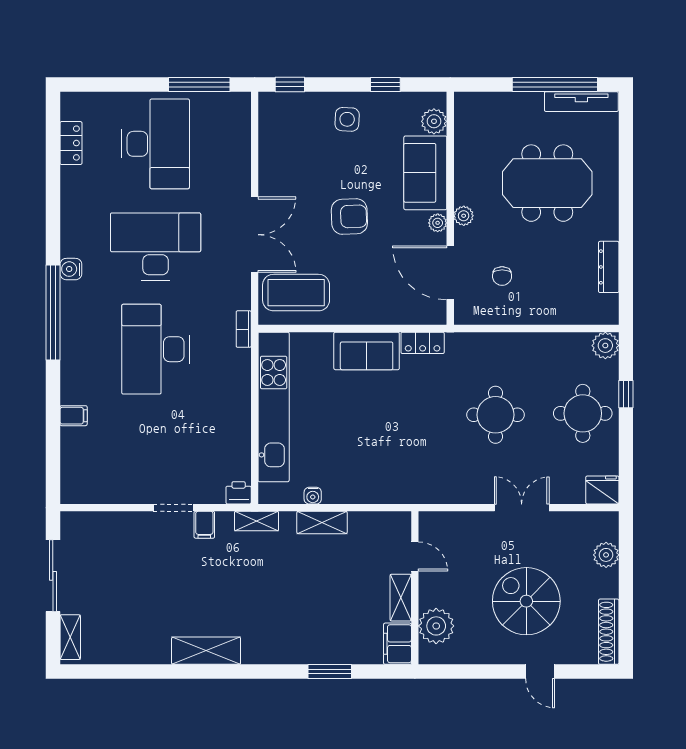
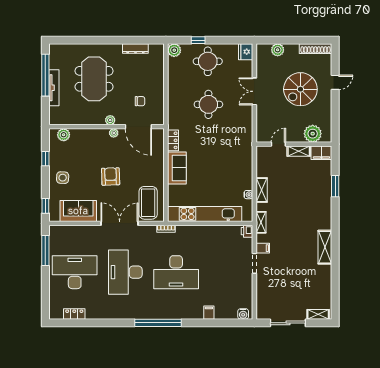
tv unit: (581, 102) -> (54, 88), moved
sofa: (425, 173) -> (78, 211), moved, turned 180
water cooler: (71, 269) -> (243, 314), moved
door: (450, 273) -> (138, 127), hinge flipped

